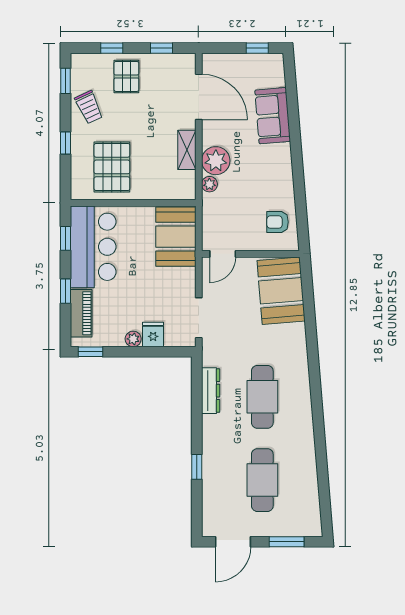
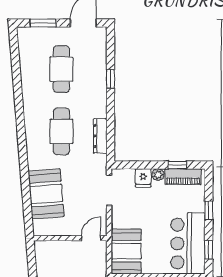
armchair: (277, 222) -> (50, 262), removed
booth: (281, 291) -> (46, 194), moved
piano: (81, 313) -> (183, 177), moved, turned -90
window: (91, 352) -> (177, 165), moved

